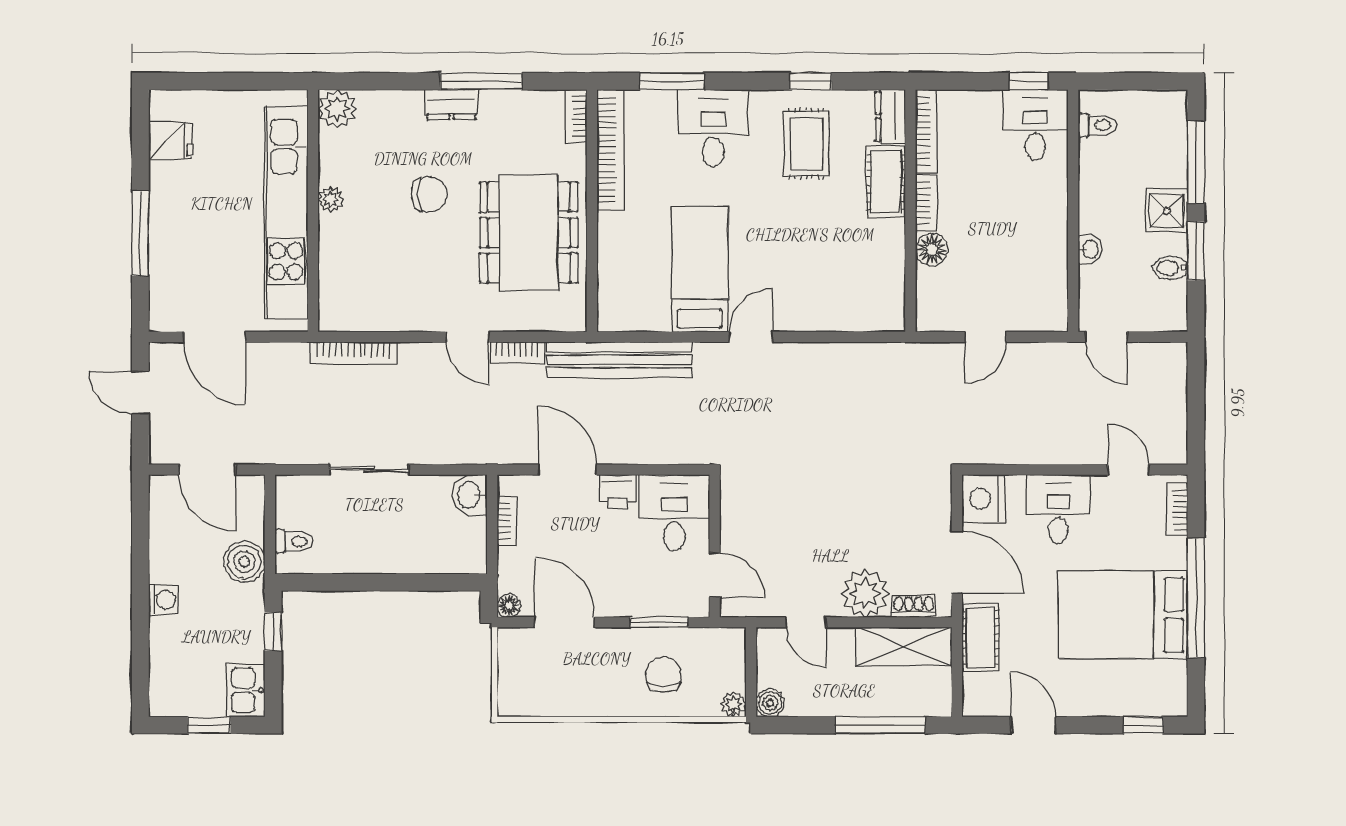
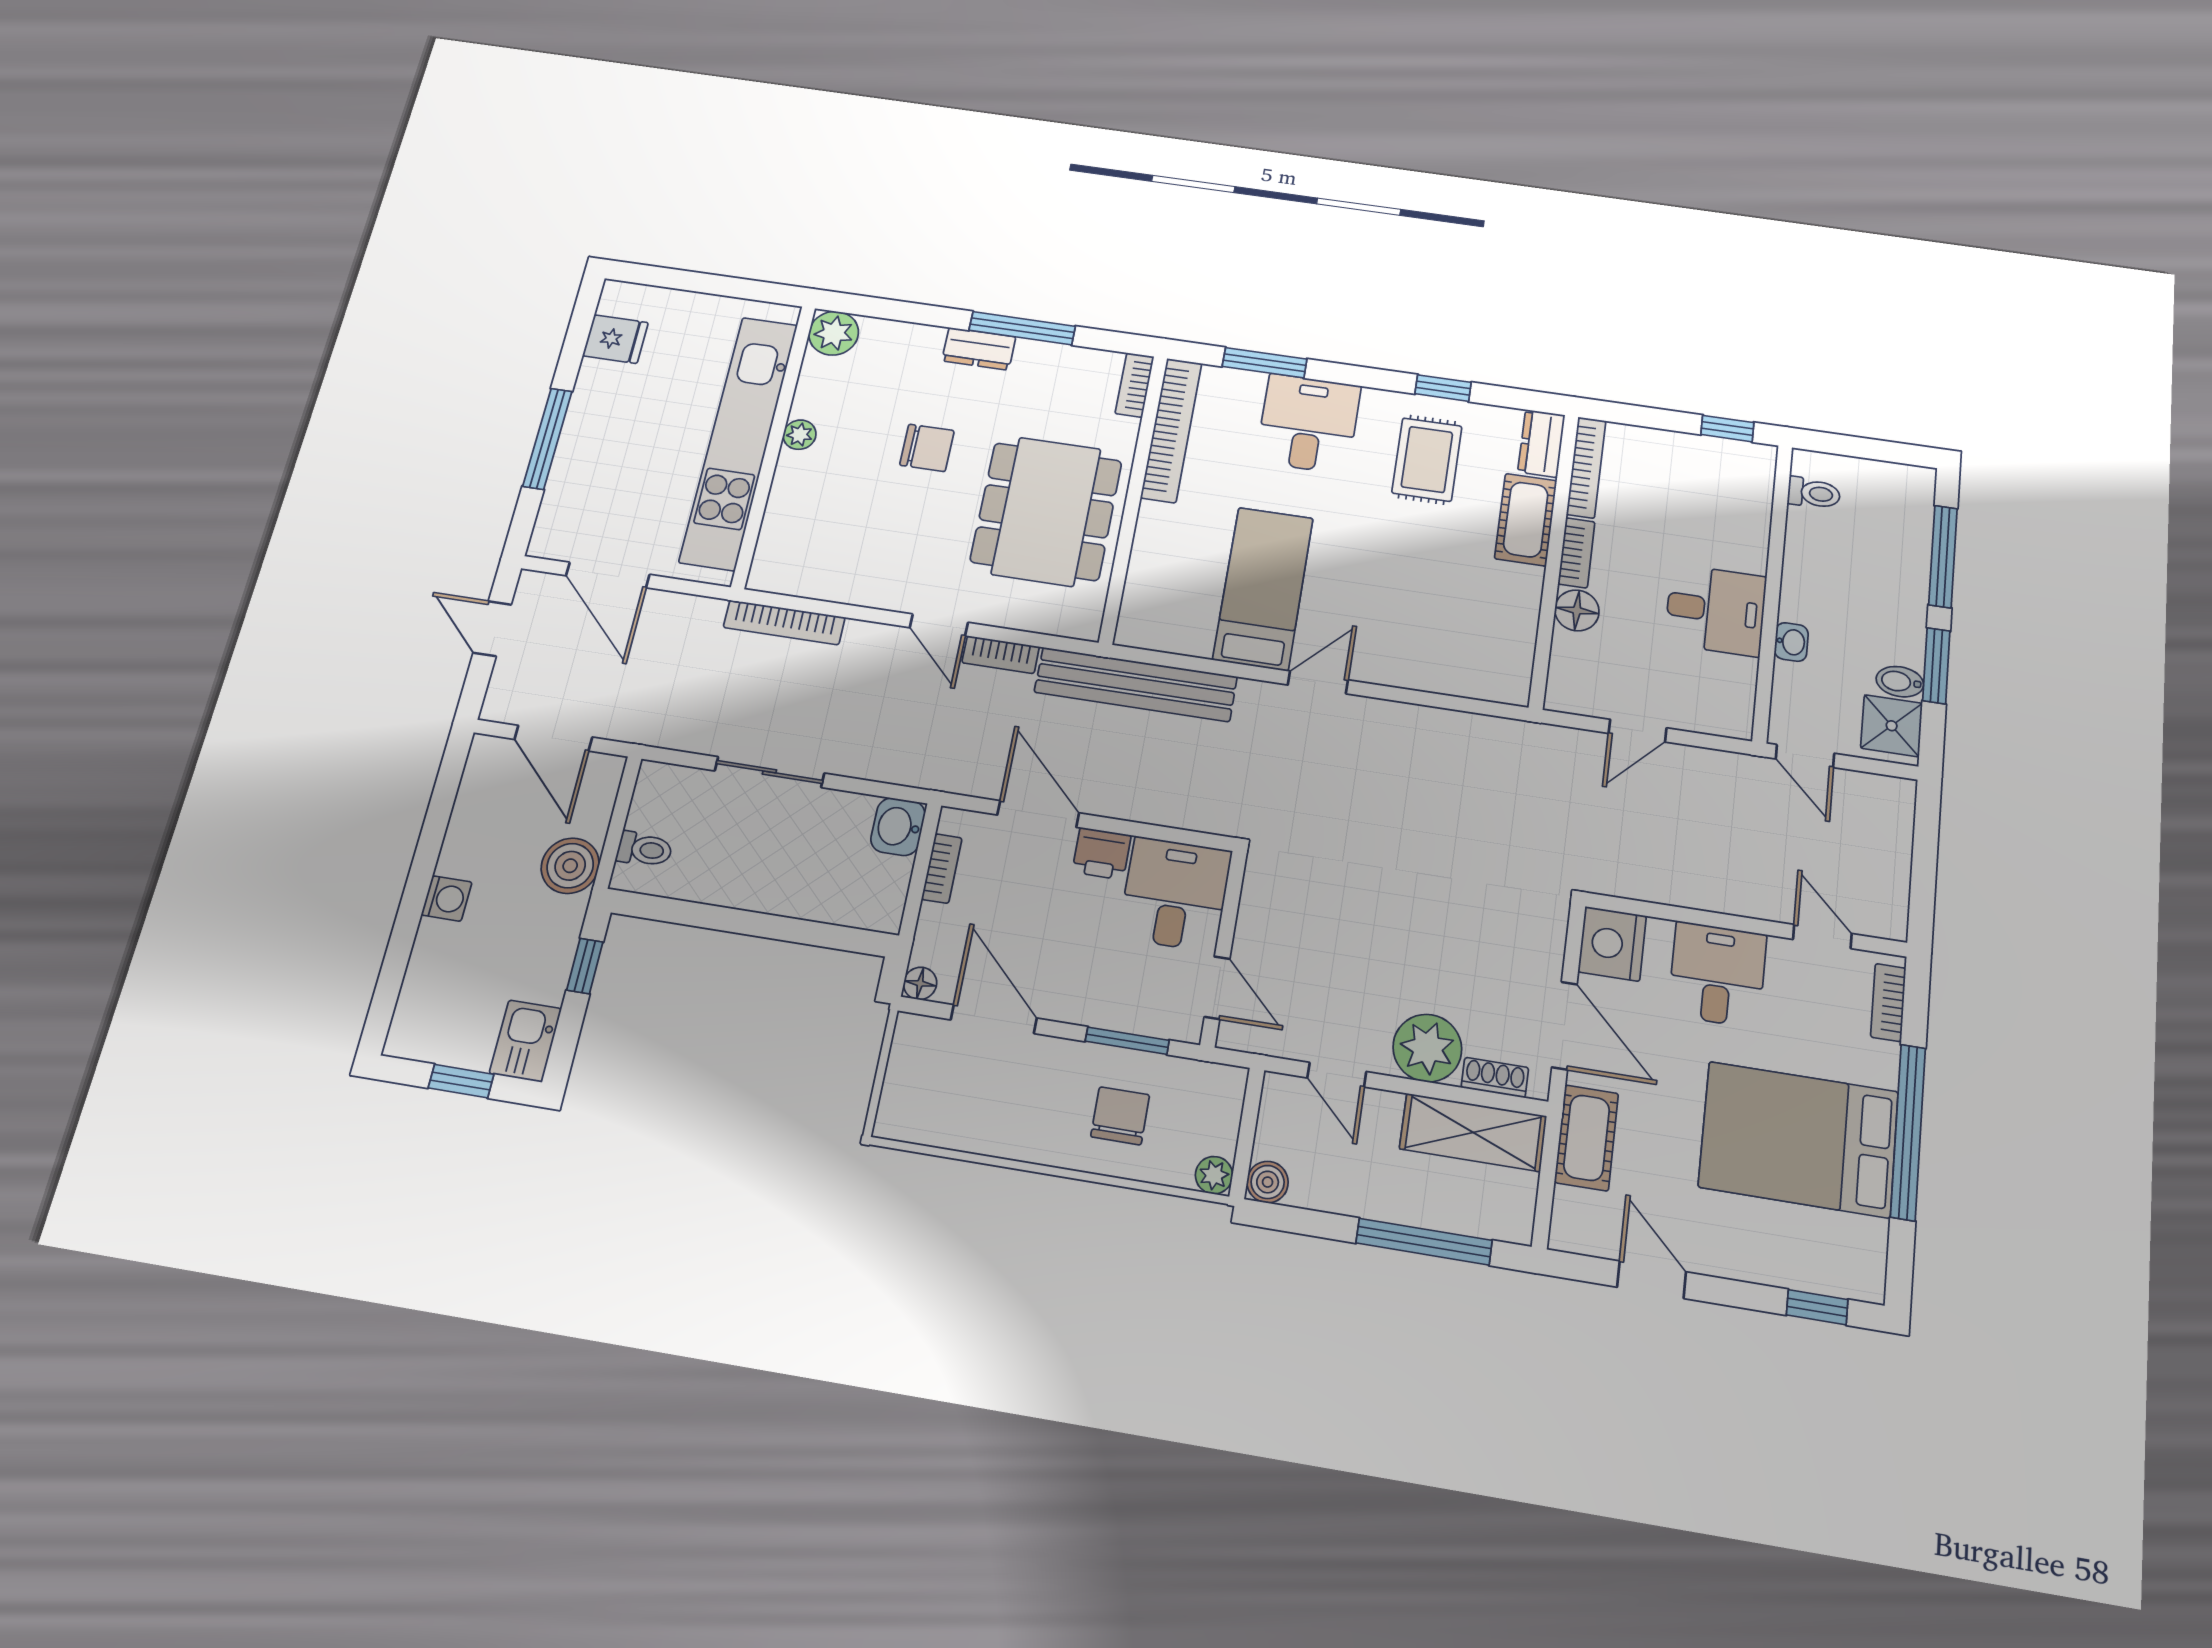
desk: (1035, 125) -> (1716, 610), moved, turned 90
shower: (1167, 211) -> (1892, 726), moved

